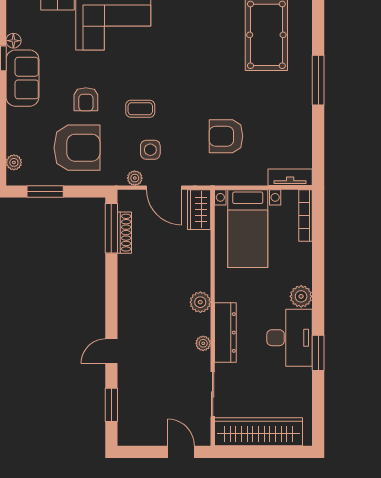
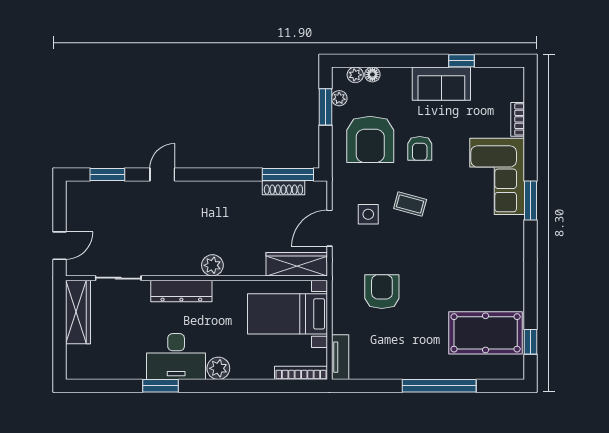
floor lamp: (13, 41) -> (372, 74), moved
window: (318, 80) -> (439, 386), width x1.46
armchair: (86, 99) -> (420, 148), turned -90
coffee table: (140, 109) -> (410, 204), turned -75
plant: (135, 178) -> (339, 98), moved
wardrobe: (199, 210) -> (297, 264), width x1.50
plant: (203, 343) -> (170, 268), removed
door: (111, 351) -> (162, 174), hinge flipped
wardrobe: (259, 432) -> (78, 312), width x0.71, depth x0.85

